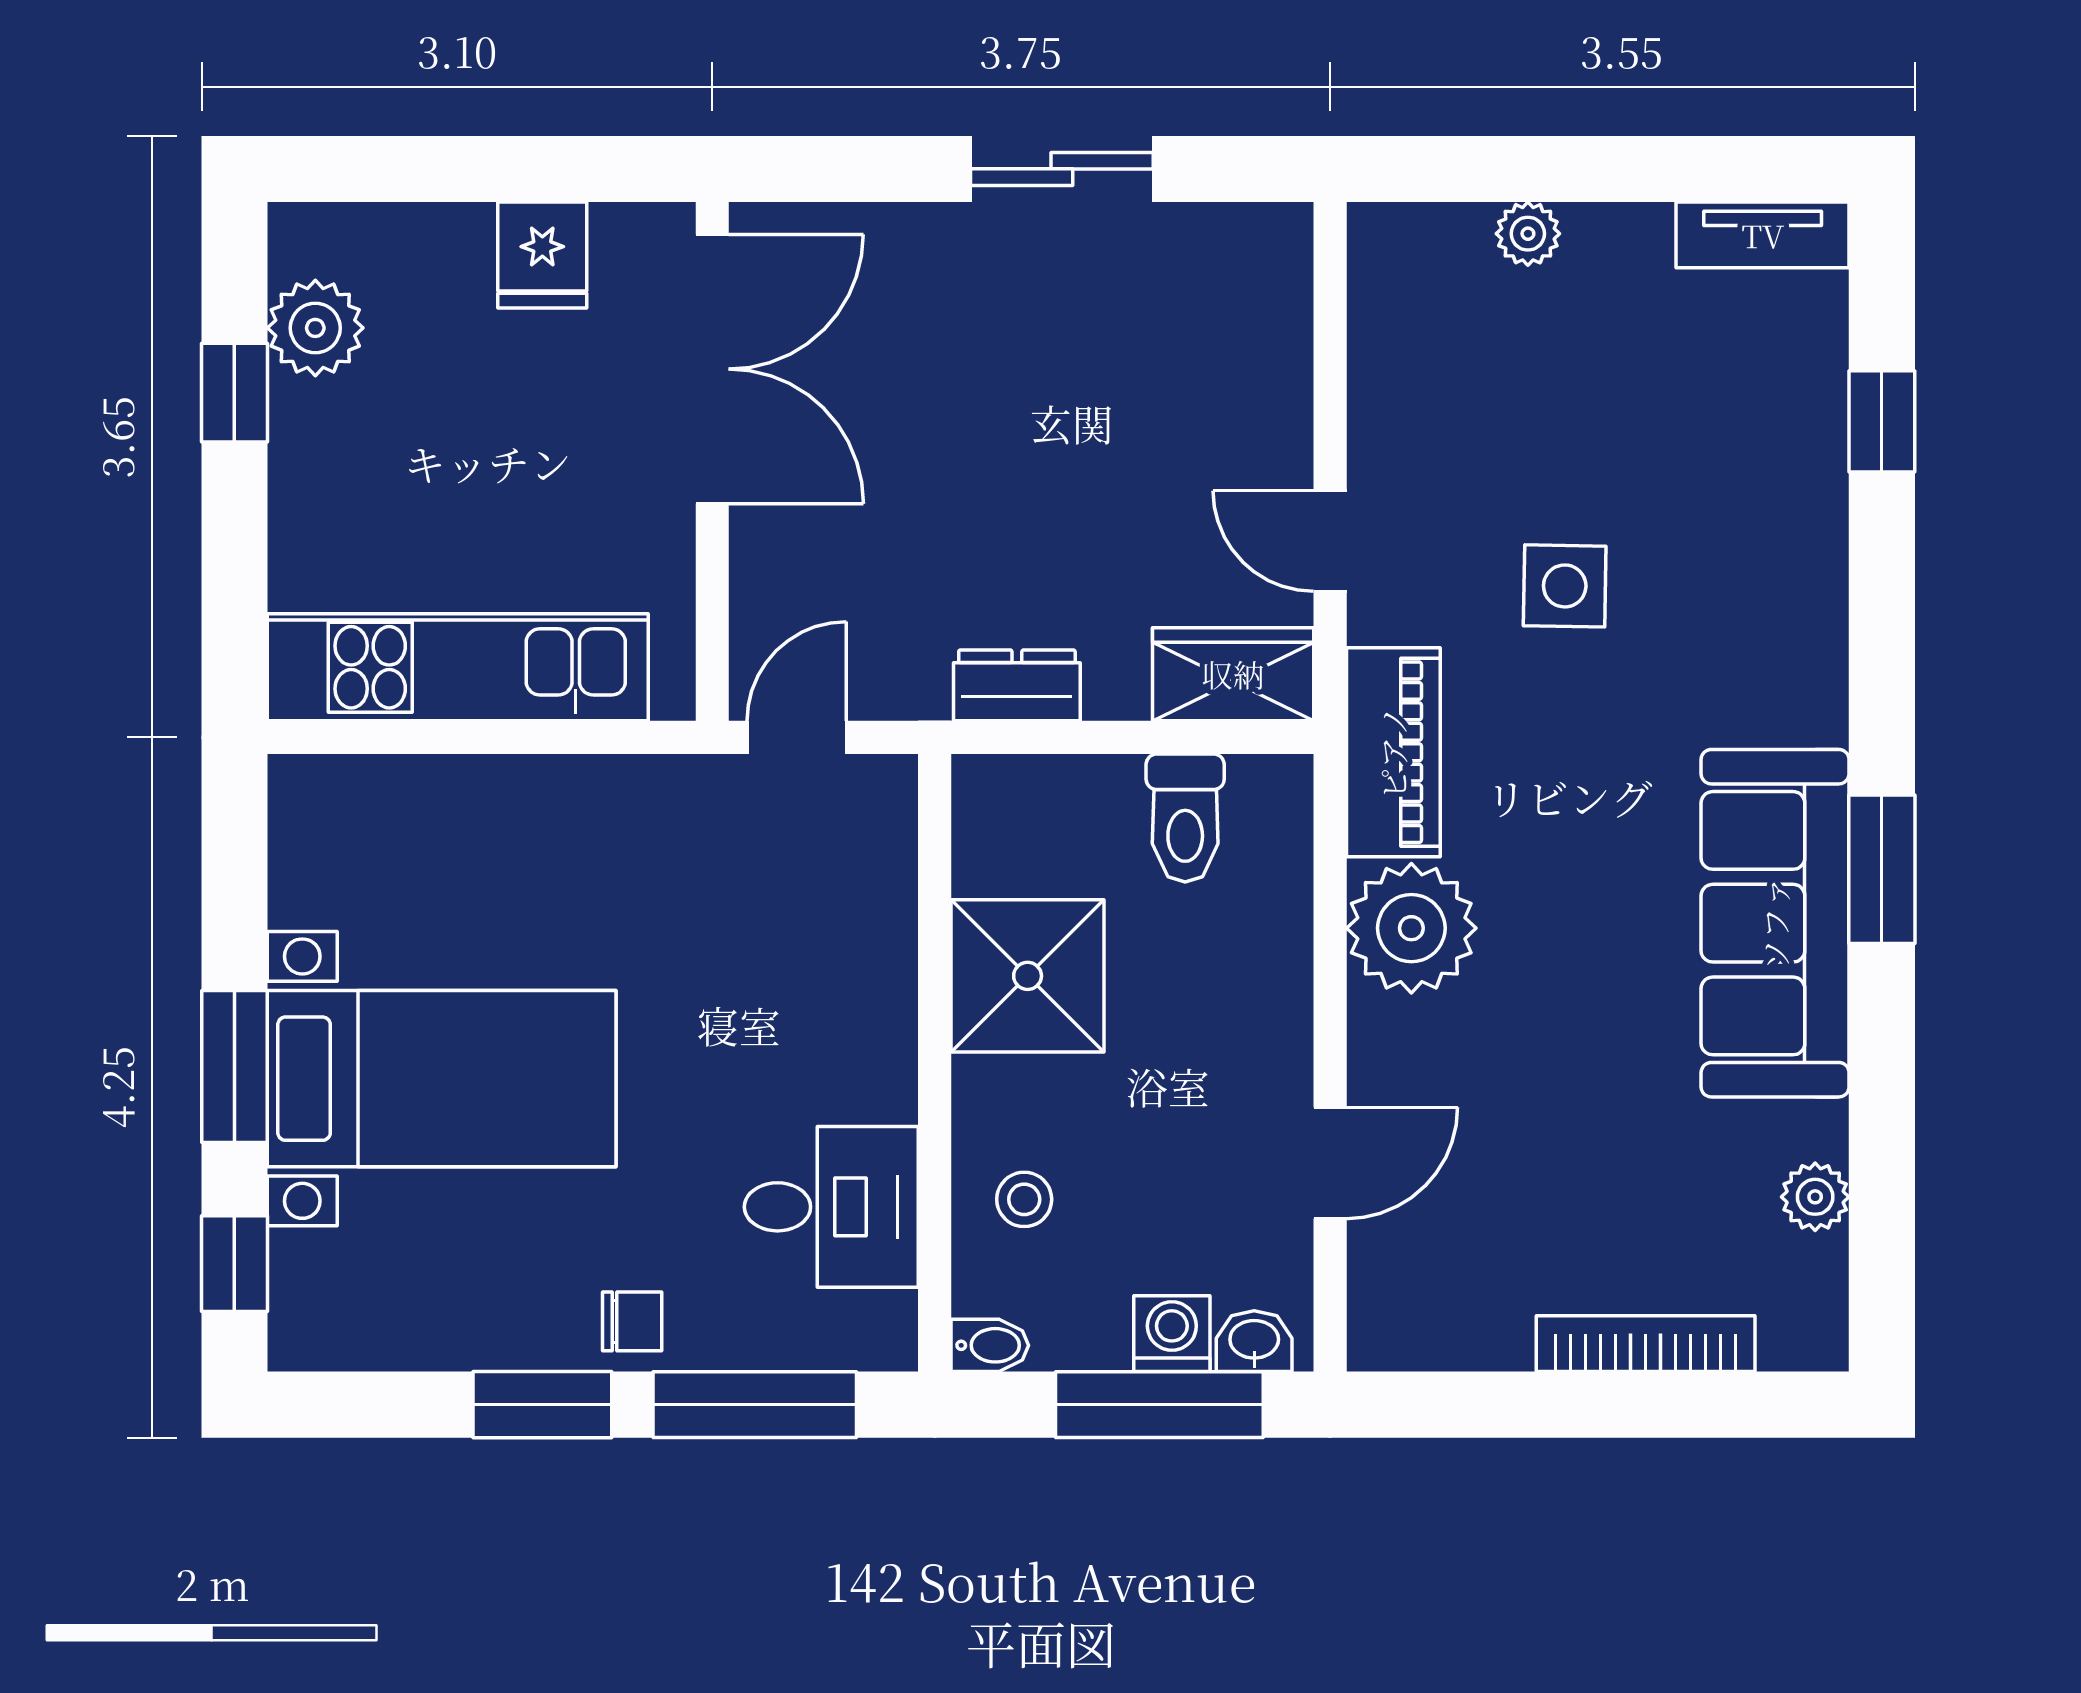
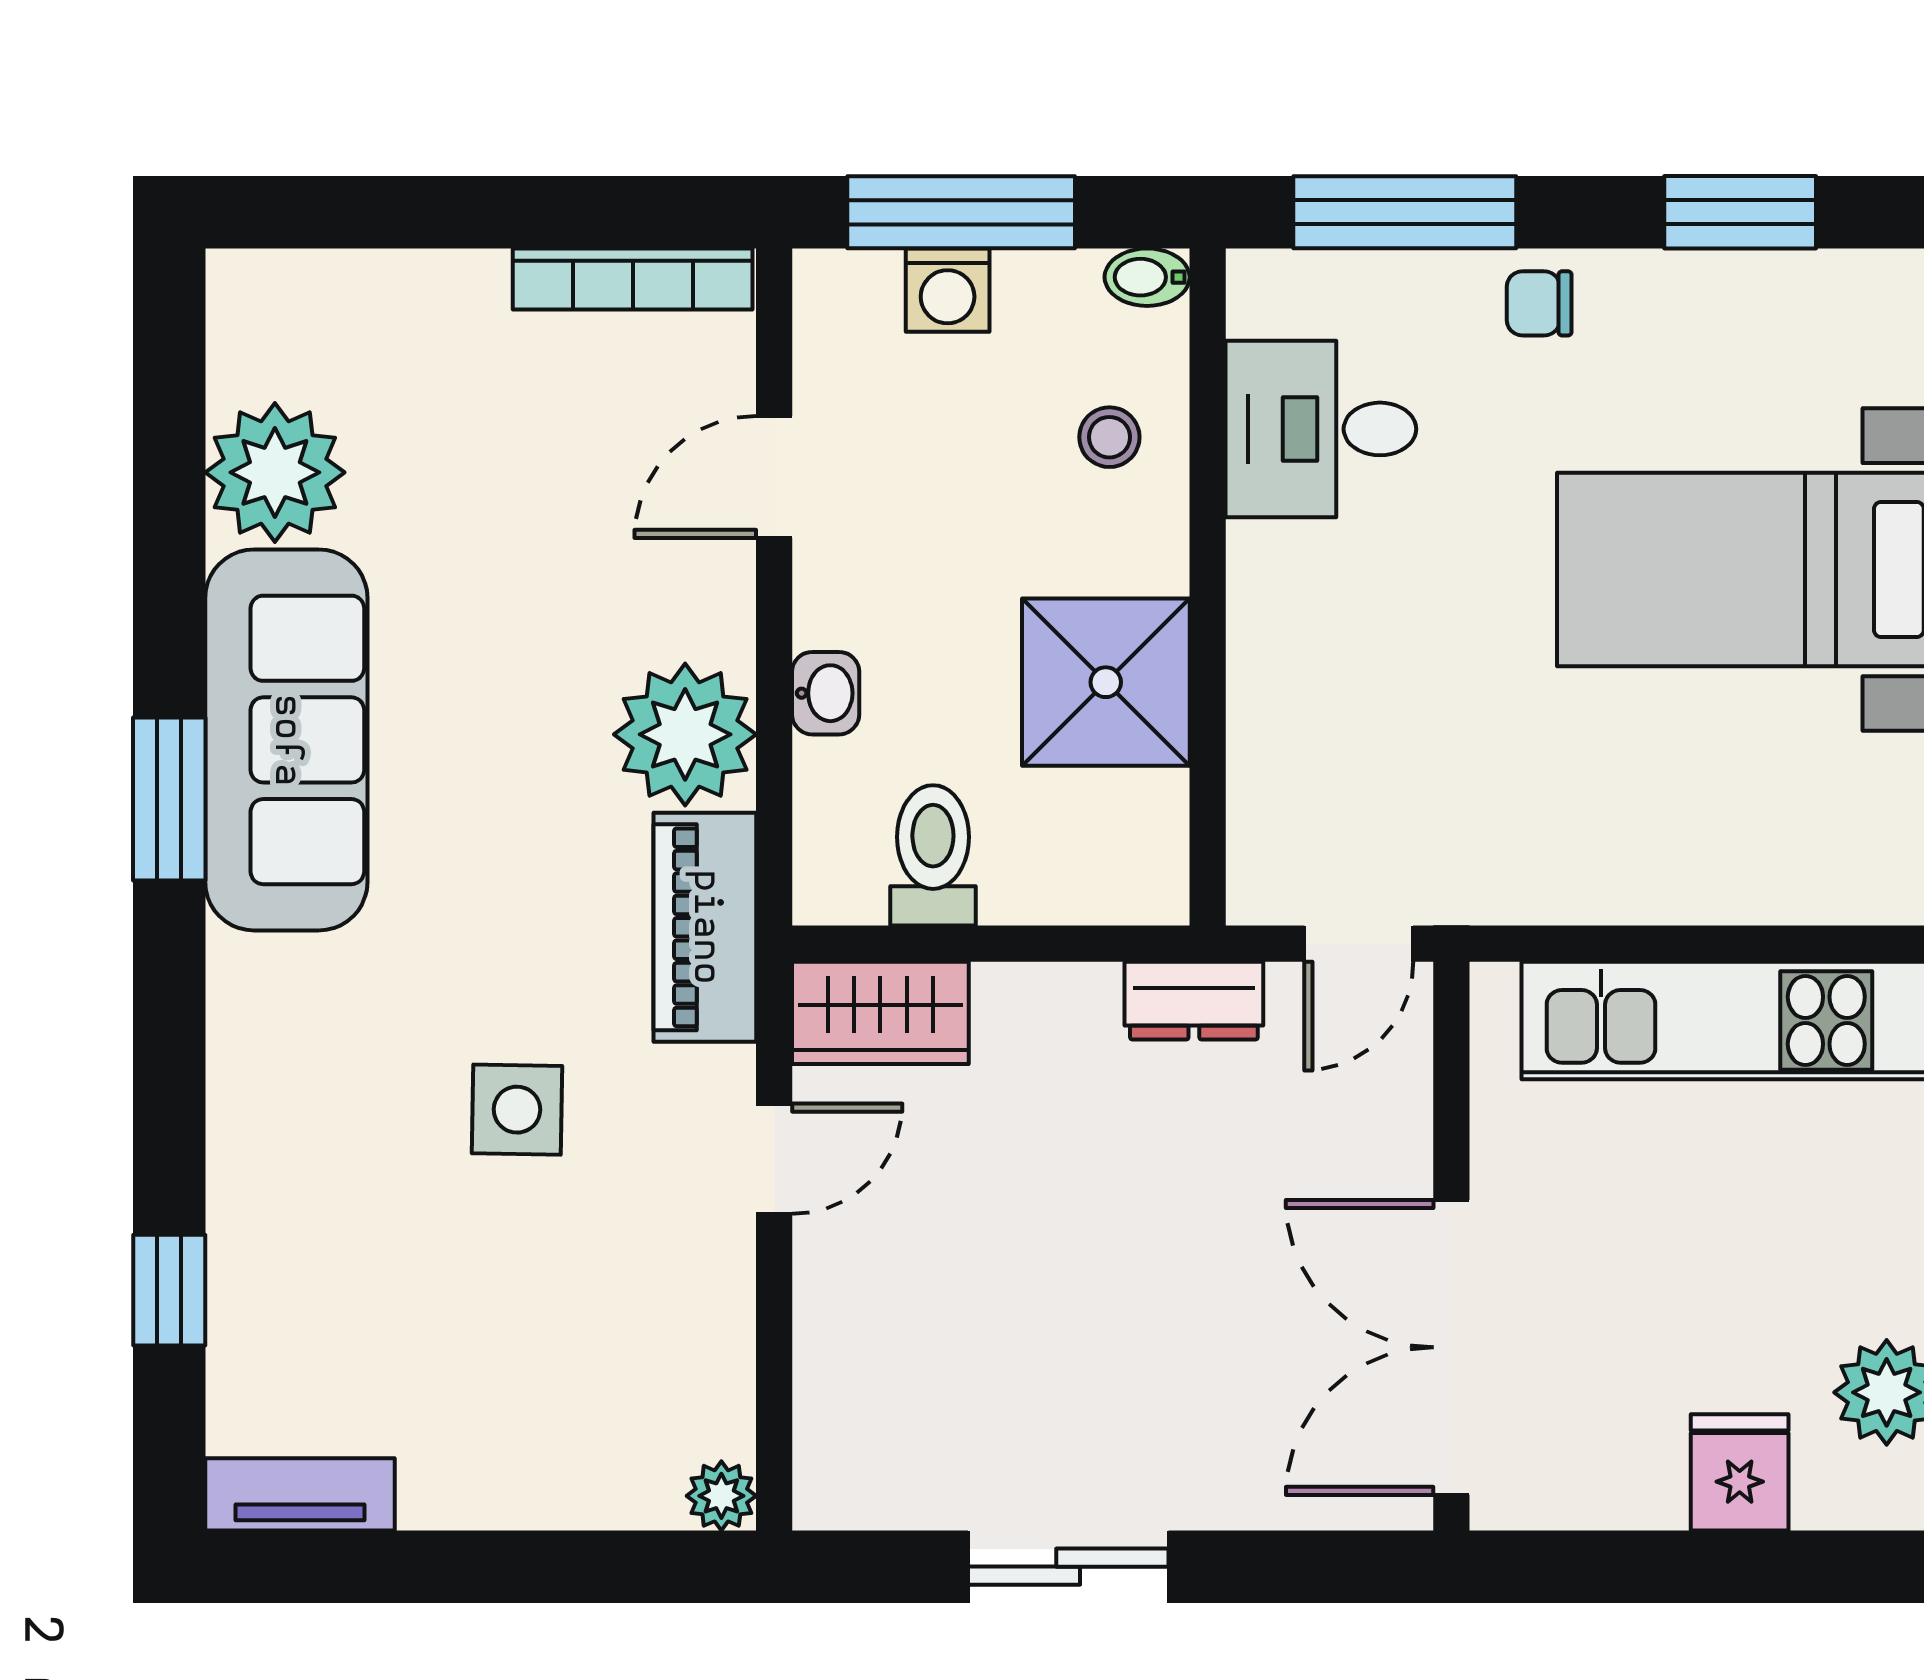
plant: (1528, 234) -> (721, 1496), moved
fridge: (542, 255) -> (1740, 1472), moved
door: (1330, 541) -> (774, 1159), hinge flipped
dresser: (1017, 685) -> (1194, 1001), moved
plant: (1815, 1197) -> (275, 472), width x1.88, depth x1.88
washbasin: (1254, 1341) -> (826, 693), moved, turned -90
bookcase: (1646, 1344) -> (633, 279), moved
window: (542, 1405) -> (1740, 212), moved

